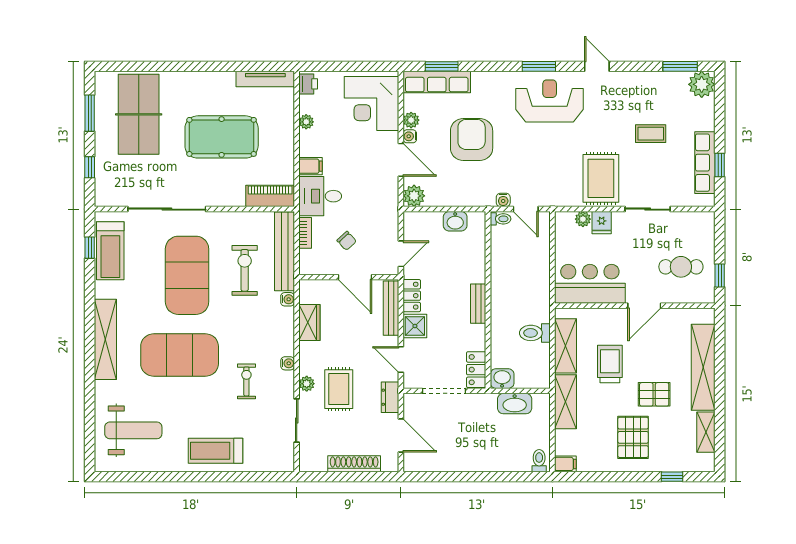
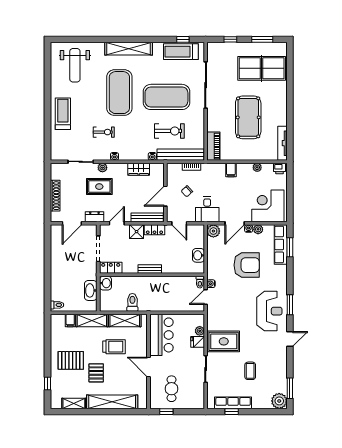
desk: (320, 196) -> (207, 209), moved, turned 180
filing cabinet: (565, 464) -> (70, 320), moved

